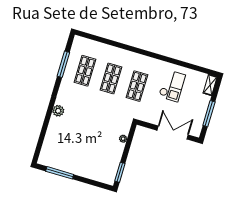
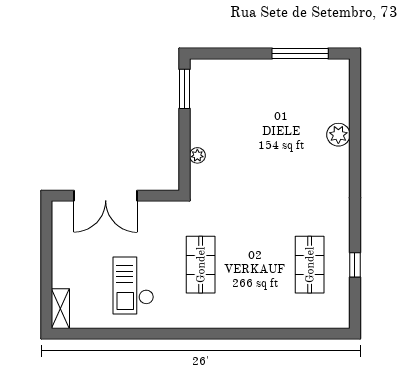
window: (63, 64) -> (355, 265), width x0.46
shop shelf: (111, 78) -> (255, 265), removed
plant: (58, 111) -> (338, 135), moved
window: (209, 114) -> (46, 253), removed

